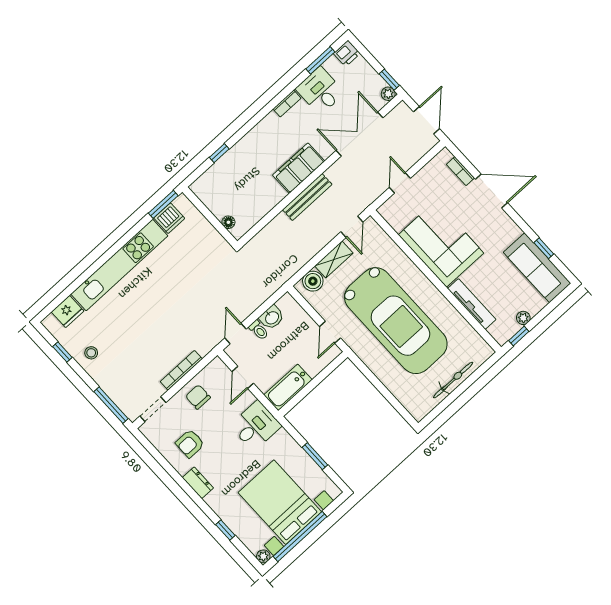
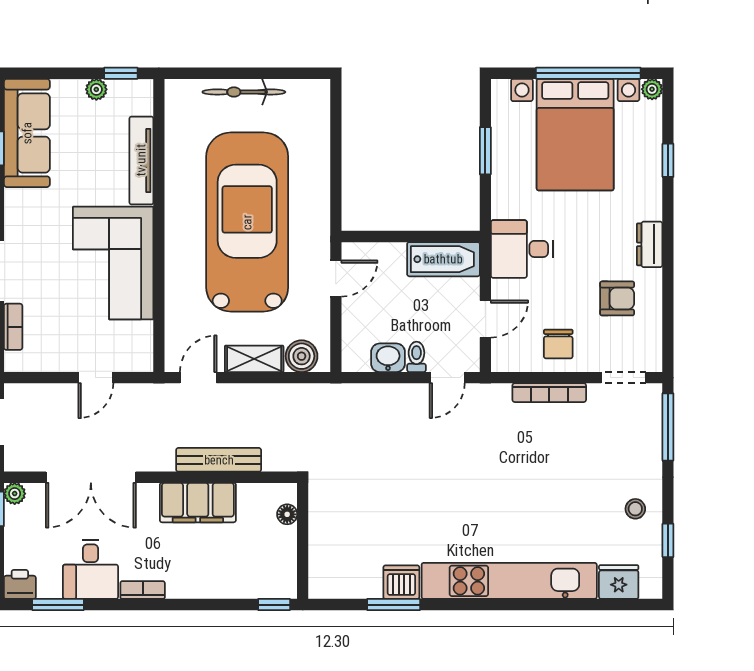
wall: (210, 217) -> (303, 541), moved
floor lamp: (228, 222) -> (287, 514), moved

